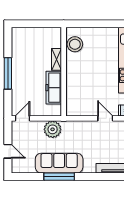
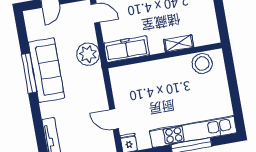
freezer: (54, 88) -> (126, 49), moved
door: (105, 118) -> (114, 119), swing flipped

